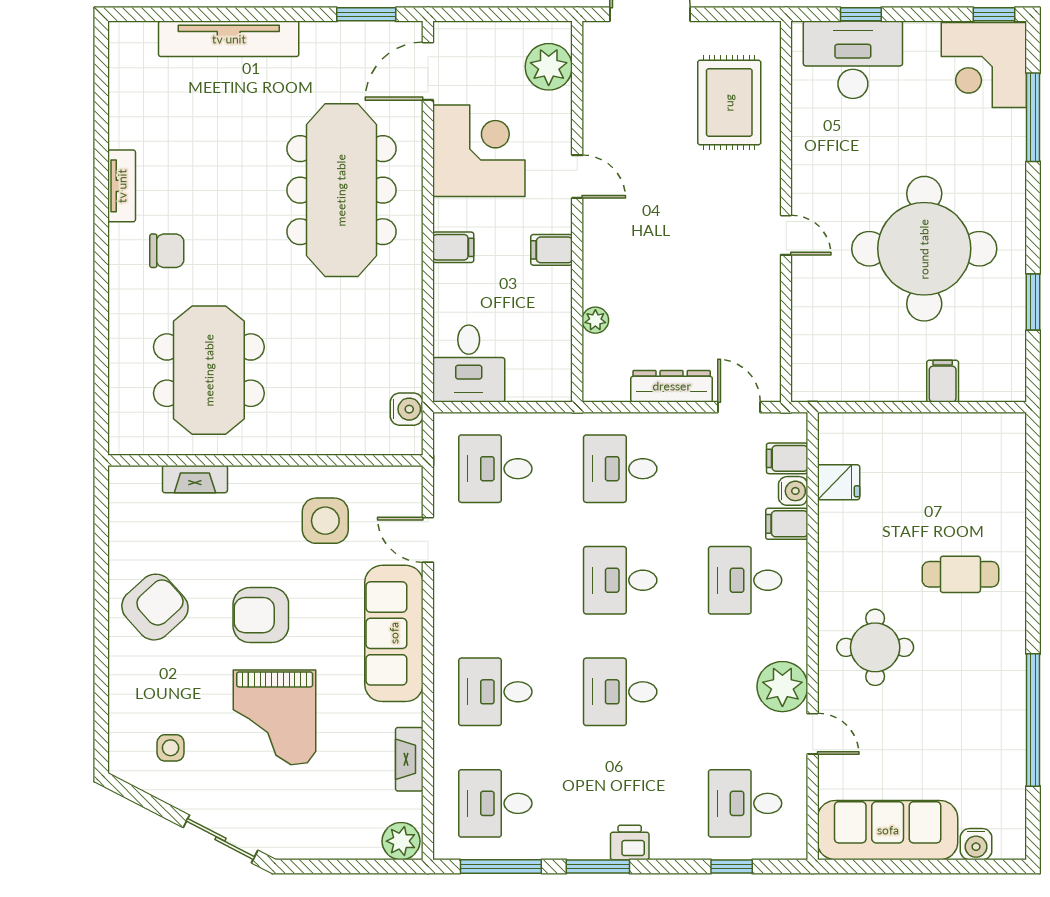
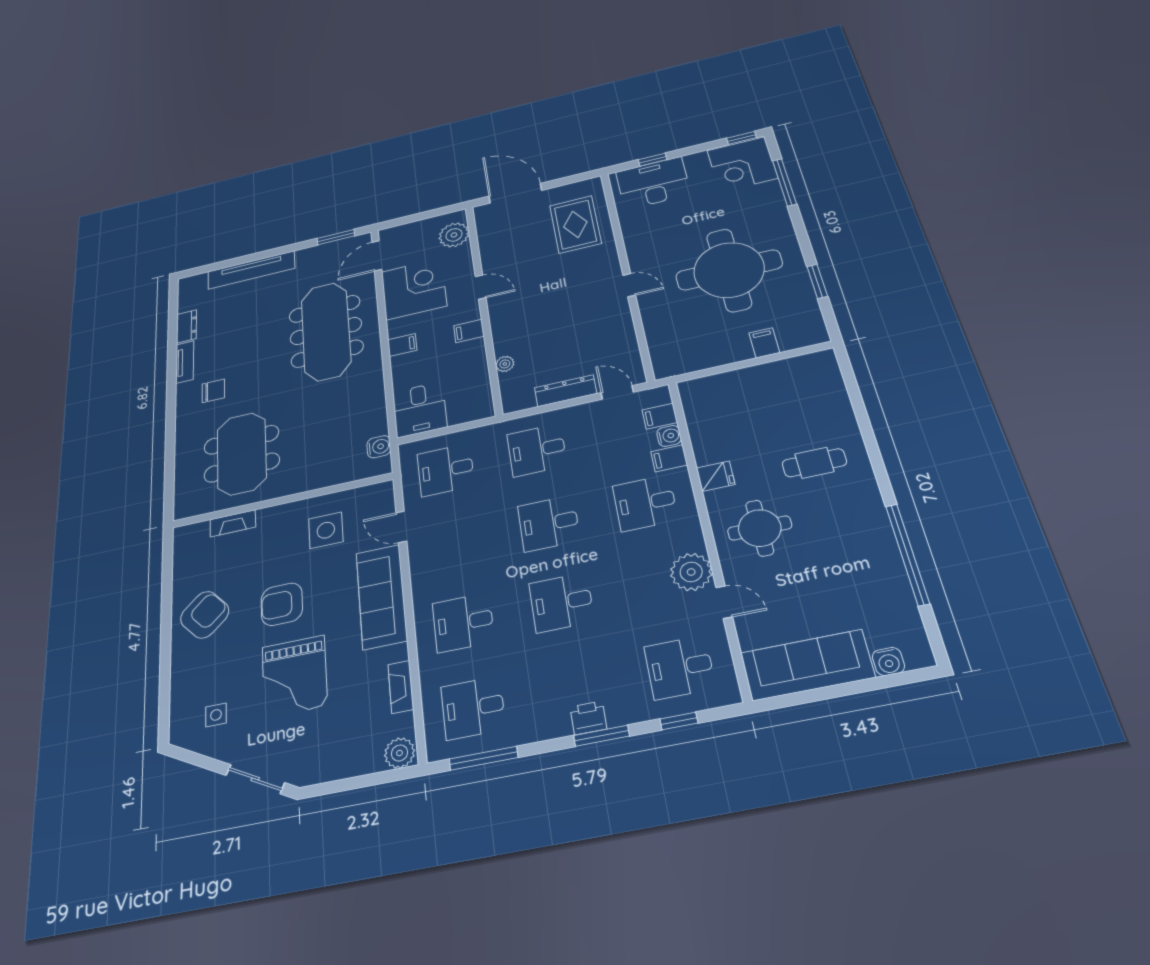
dresser: (124, 119) -> (186, 326), added
fridge: (839, 482) -> (716, 476), moved
window: (598, 867) -> (602, 736), moved

